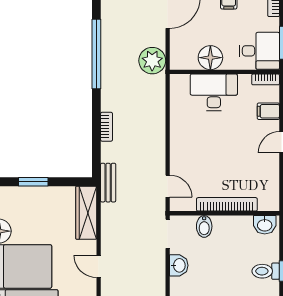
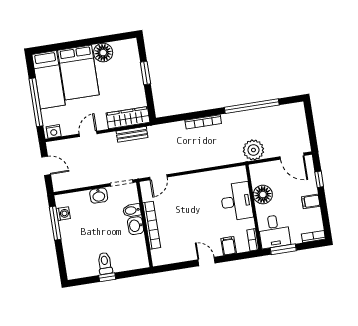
bookcase: (107, 127) -> (203, 122), width x1.56
bench: (108, 183) -> (132, 134), moved
washbasin: (265, 225) -> (136, 226), moved

